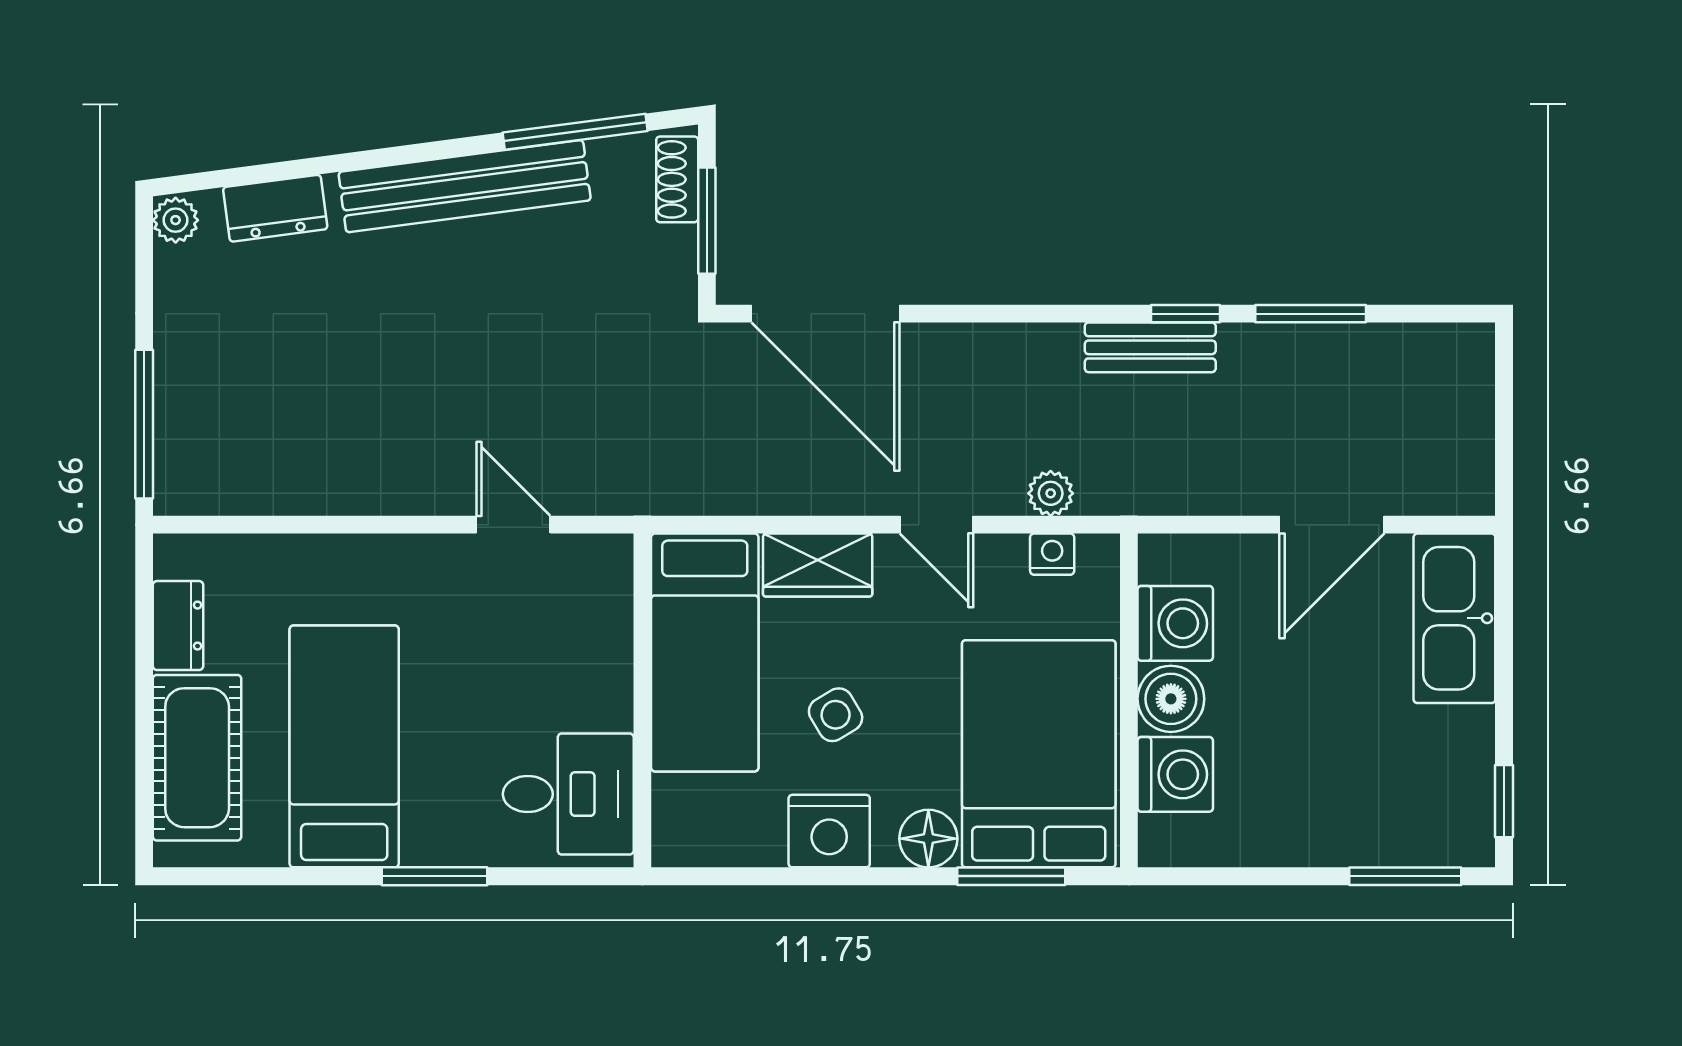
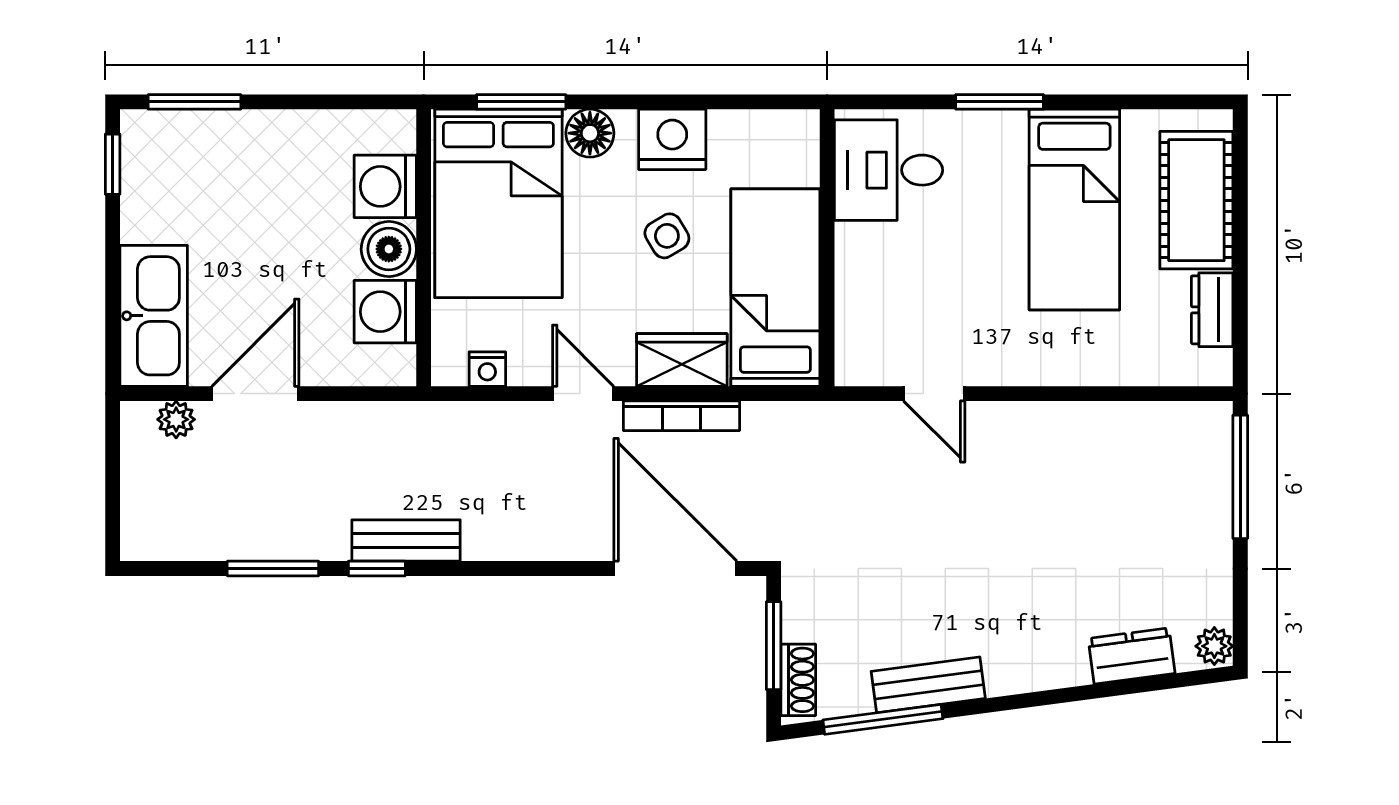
bench: (465, 186) -> (928, 685), width x0.54, depth x0.82
plant: (1051, 493) -> (176, 419), moved
bookcase: (818, 498) -> (681, 416), added

